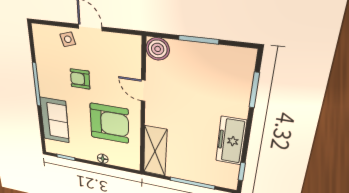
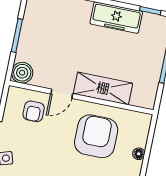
armchair: (80, 79) -> (34, 111), moved
shelving: (155, 151) -> (103, 88), moved

